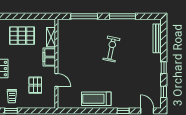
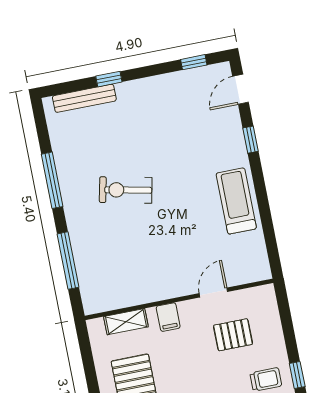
filing cabinet: (49, 57) -> (168, 317), width x0.50
window: (164, 68) -> (109, 79), moved
treadmill: (96, 99) -> (236, 201), turned 180

